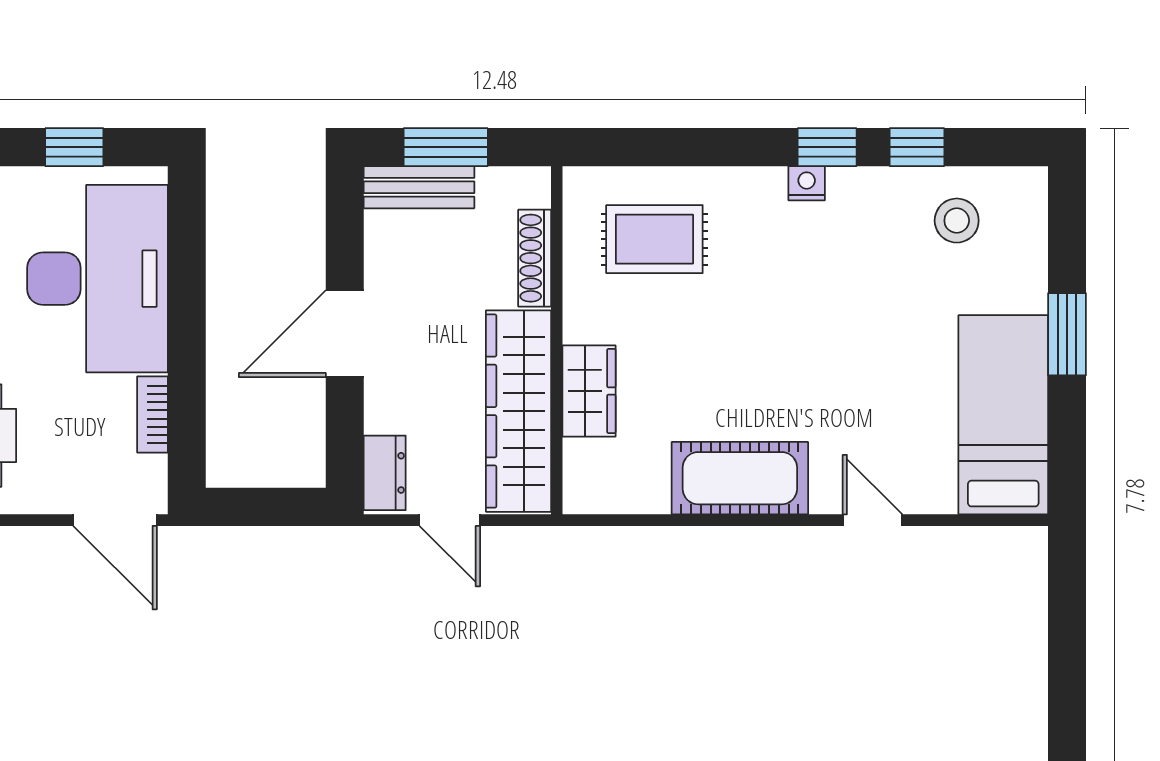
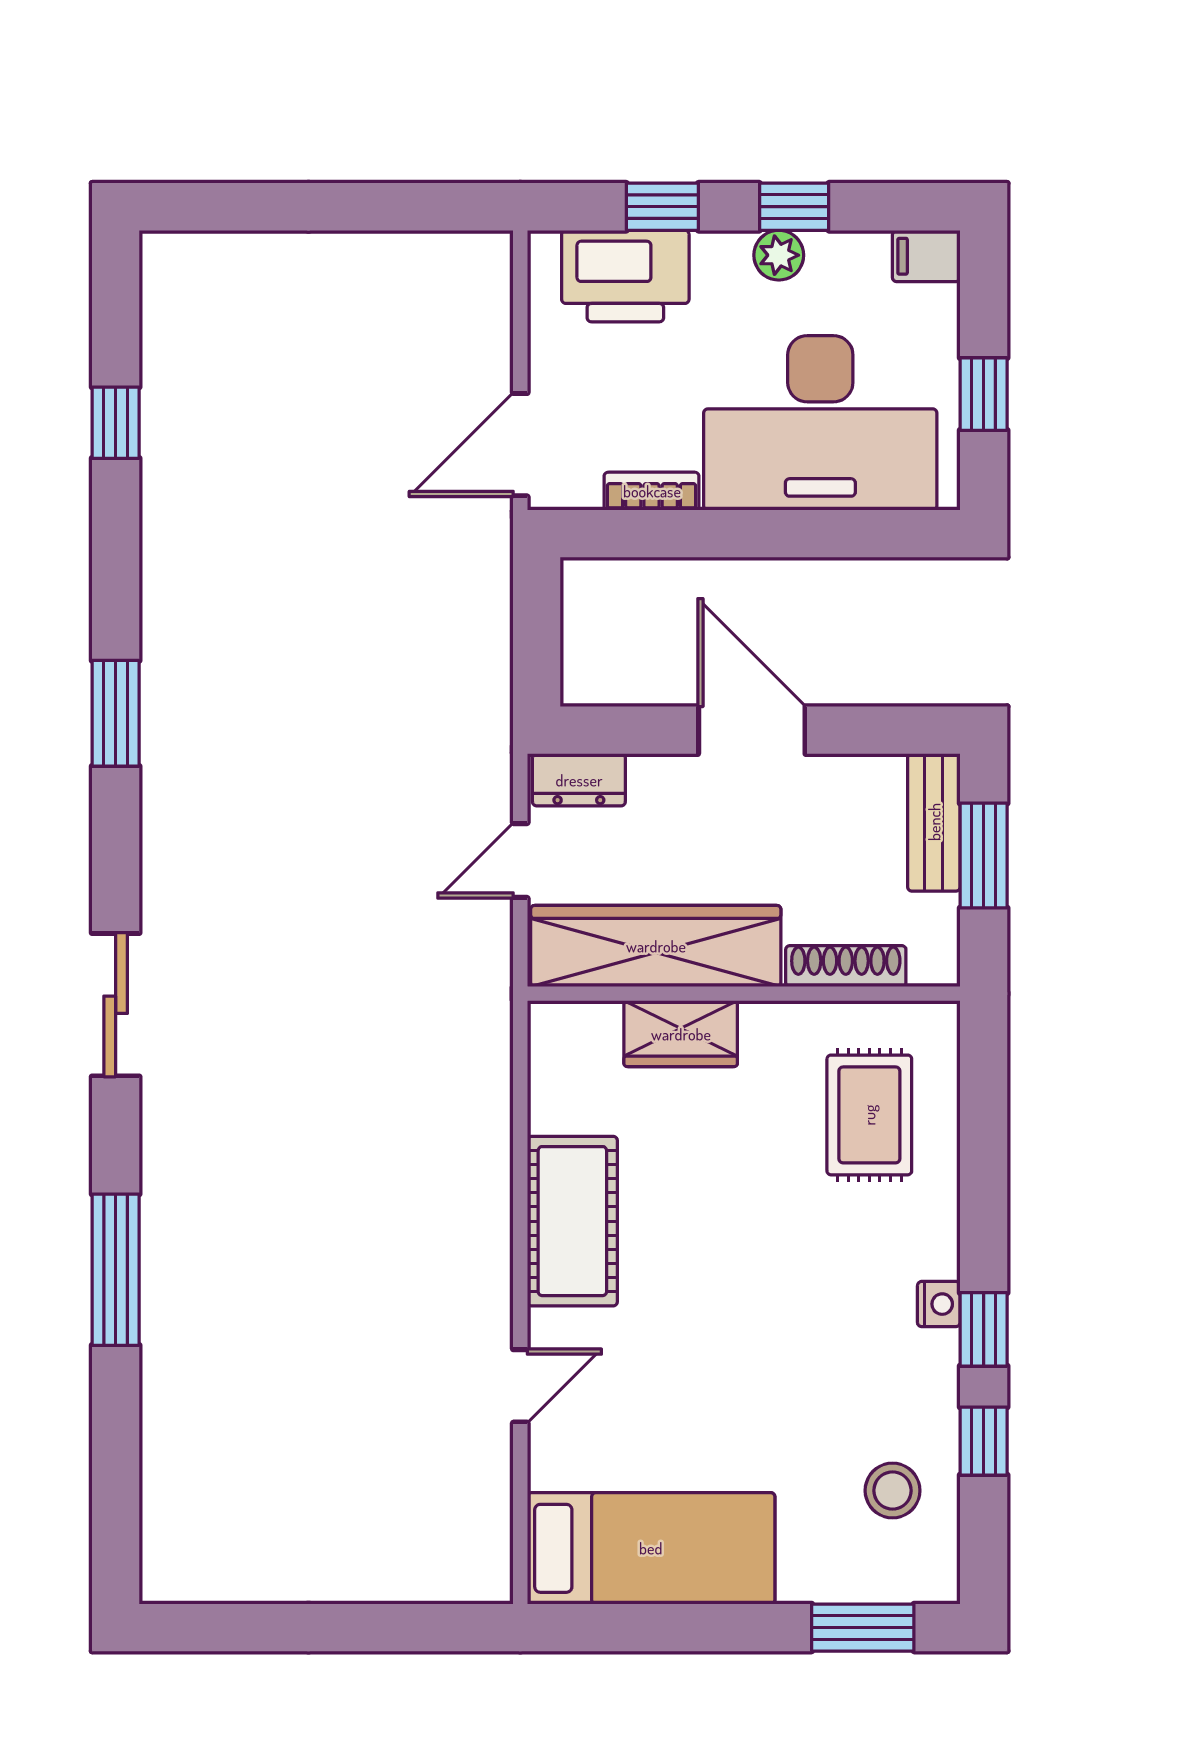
window: (1067, 334) -> (863, 1628), moved

